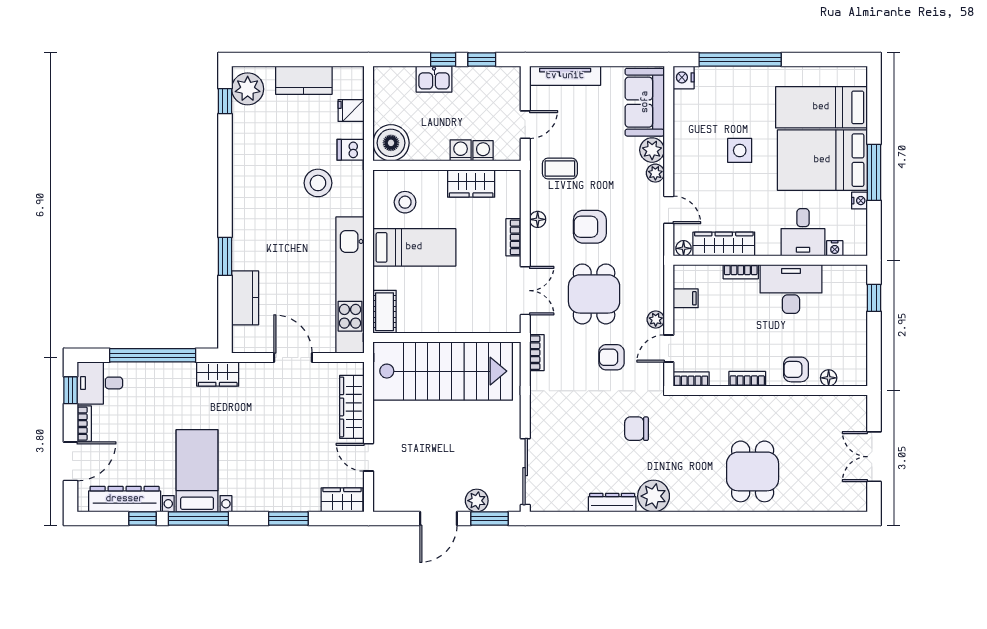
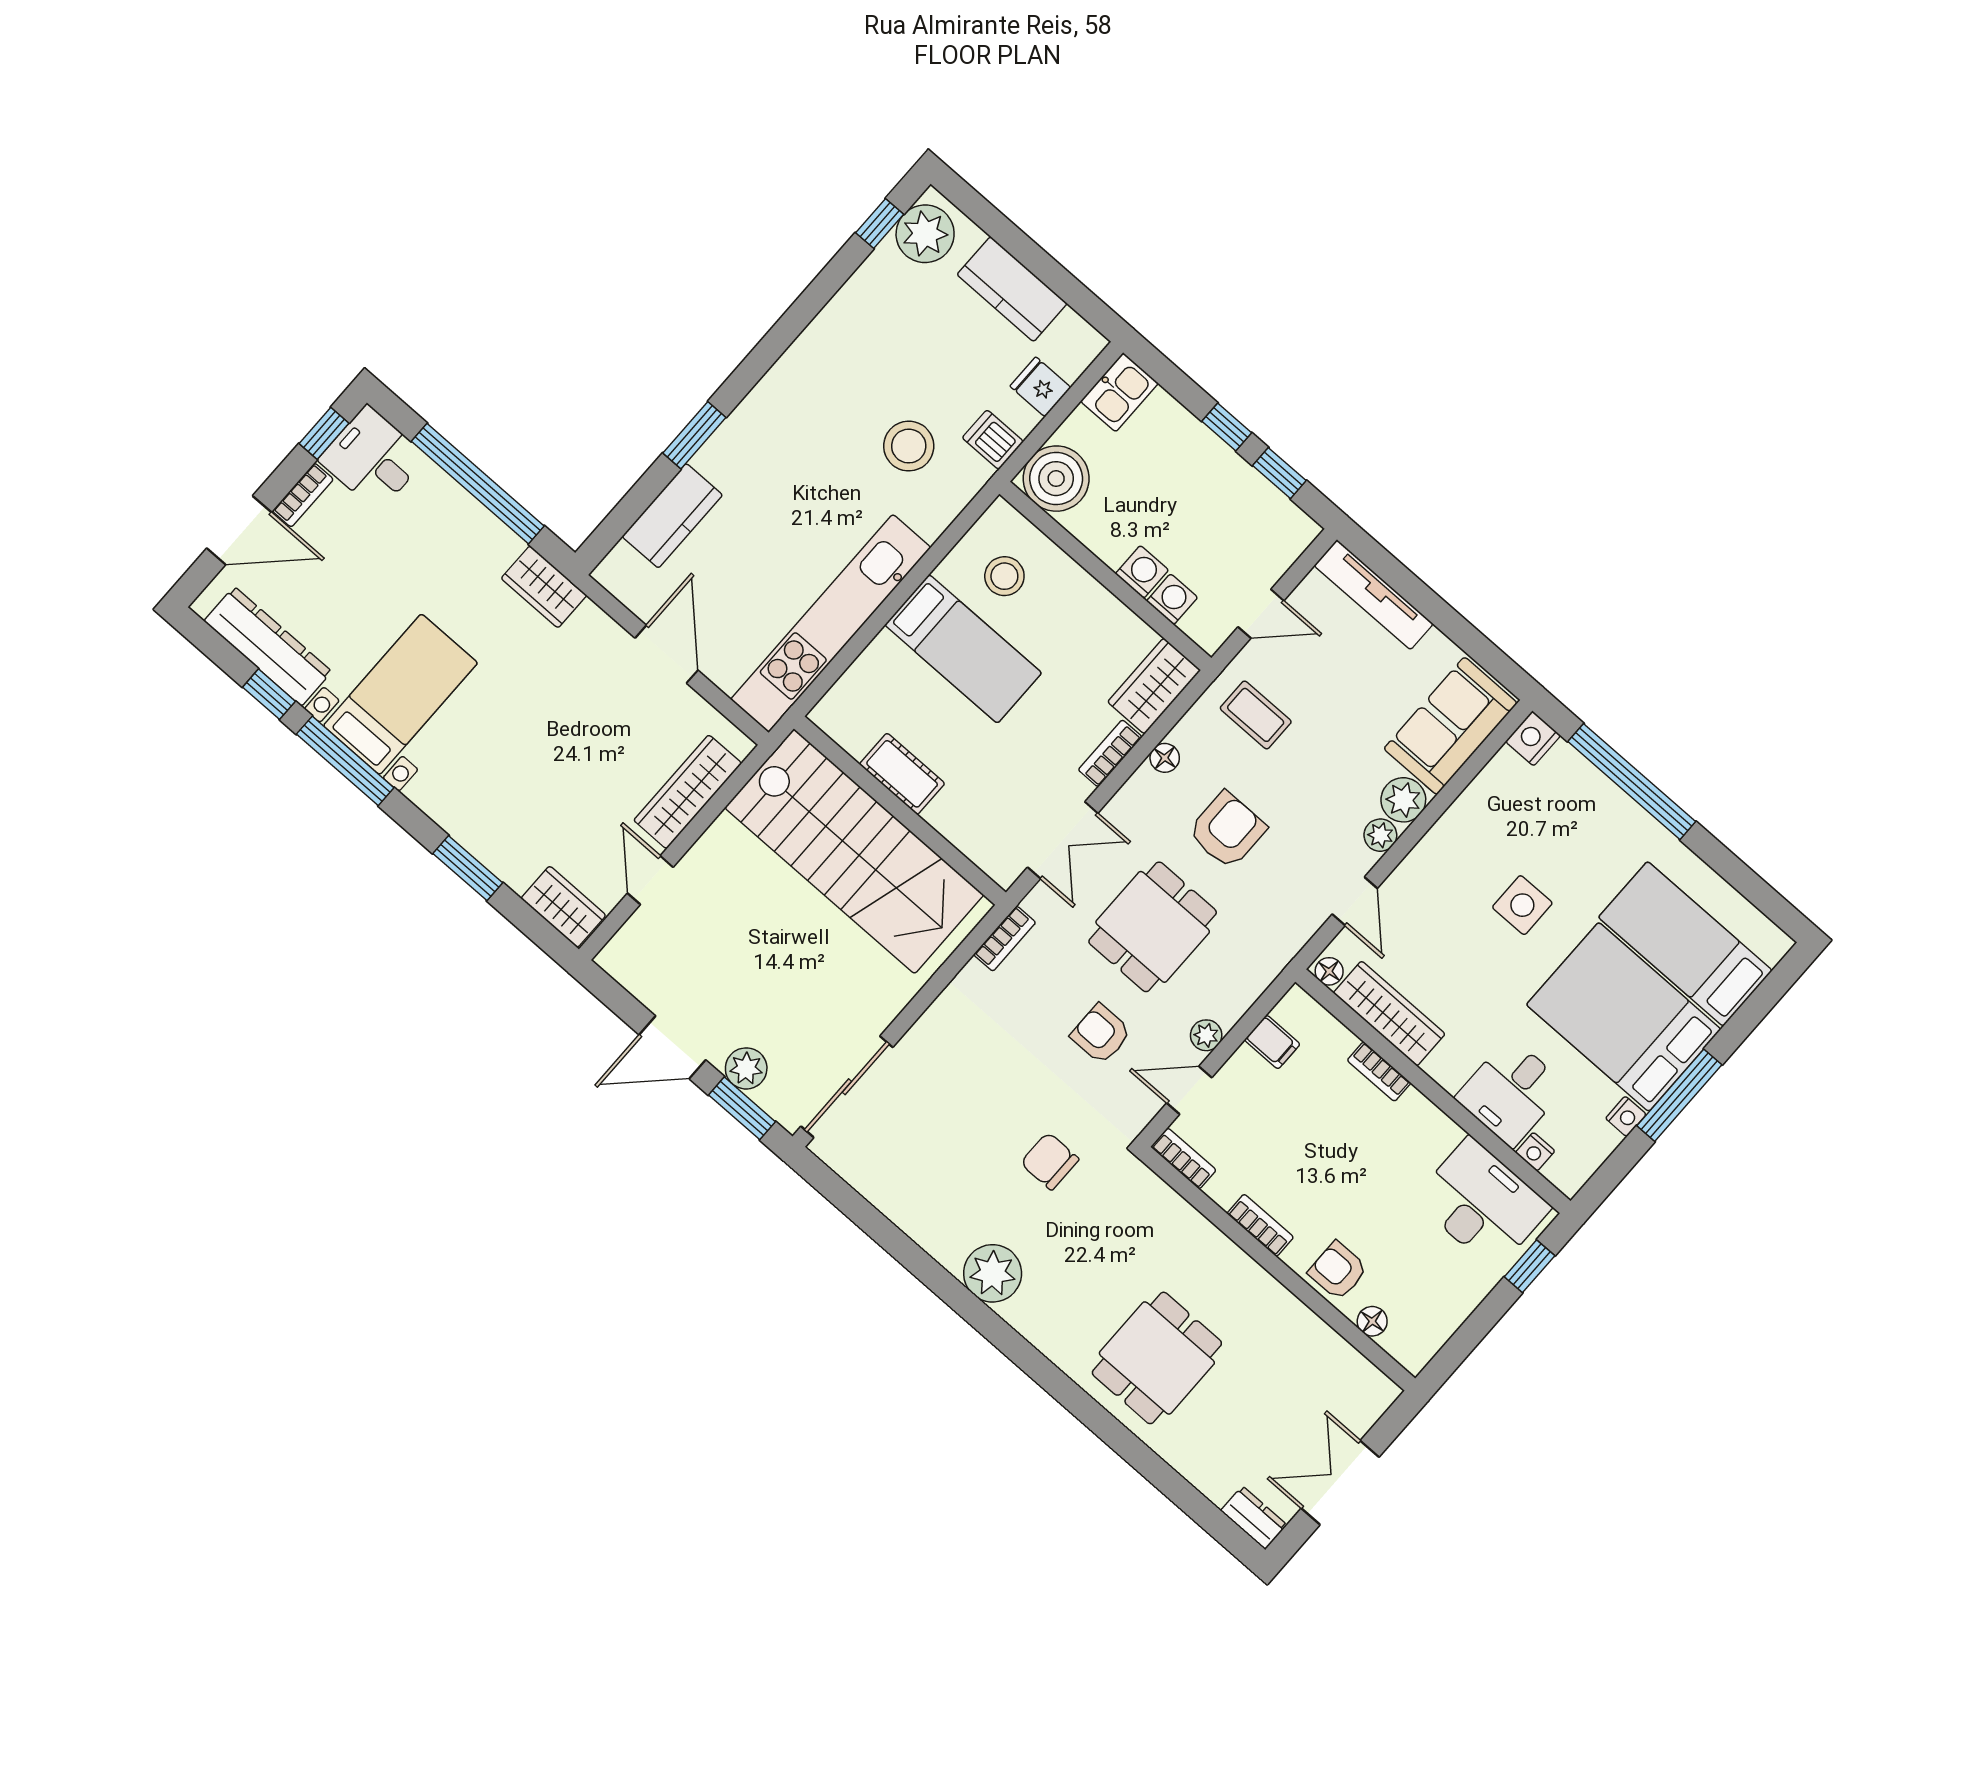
kitchen sink: (434, 79) -> (1119, 392), moved, turned -90
wardrobe: (471, 183) -> (1154, 686), moved, turned 90
armchair: (590, 227) -> (1227, 830), turned 90
desk: (791, 289) -> (1482, 1204), moved
cot: (385, 312) -> (902, 774), moved, turned 90
dresser: (612, 503) -> (1254, 1518), moved, width x0.70

